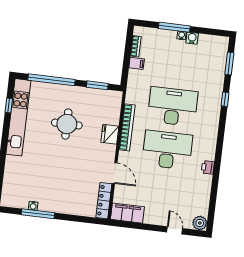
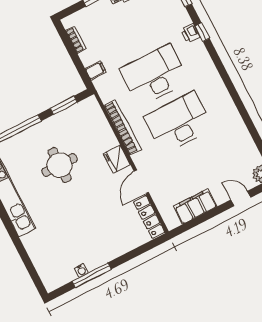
filing cabinet: (137, 63) -> (96, 70), moved
fridge: (110, 134) -> (117, 159), moved
printer: (208, 167) -> (191, 33), moved
door: (115, 173) -> (141, 182), swing flipped
filing cabinet: (127, 213) -> (195, 206), moved

